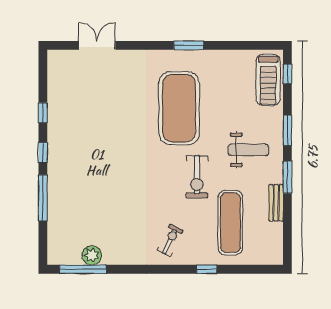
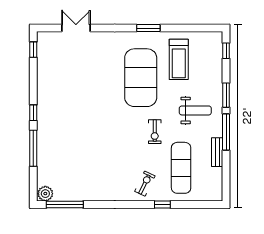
treadmill: (268, 80) -> (179, 59), moved
window: (43, 113) -> (33, 50), moved
exercise bike: (197, 177) -> (155, 132), width x0.73, depth x0.72
window: (287, 177) -> (226, 132), width x1.44
exercise bike: (170, 240) -> (145, 184), moved
plant: (92, 255) -> (45, 194), moved

